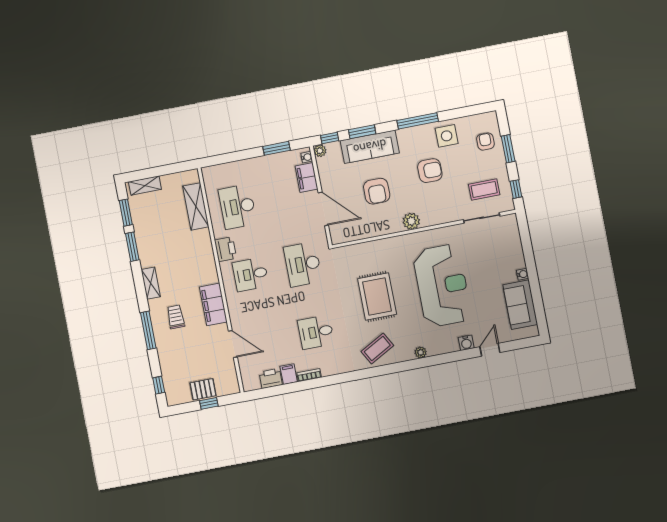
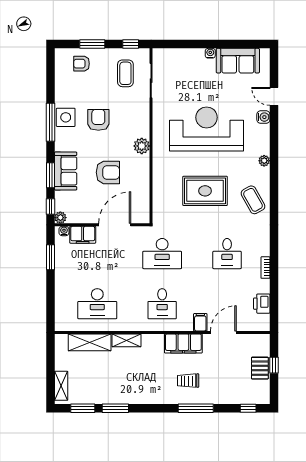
side table: (447, 136) -> (66, 117), moved
sofa: (370, 147) -> (66, 171), width x0.73
printer: (225, 249) -> (134, 322), removed
shelving: (151, 283) -> (126, 340), moved
filing cabinet: (289, 374) -> (200, 322), moved, turned 90

